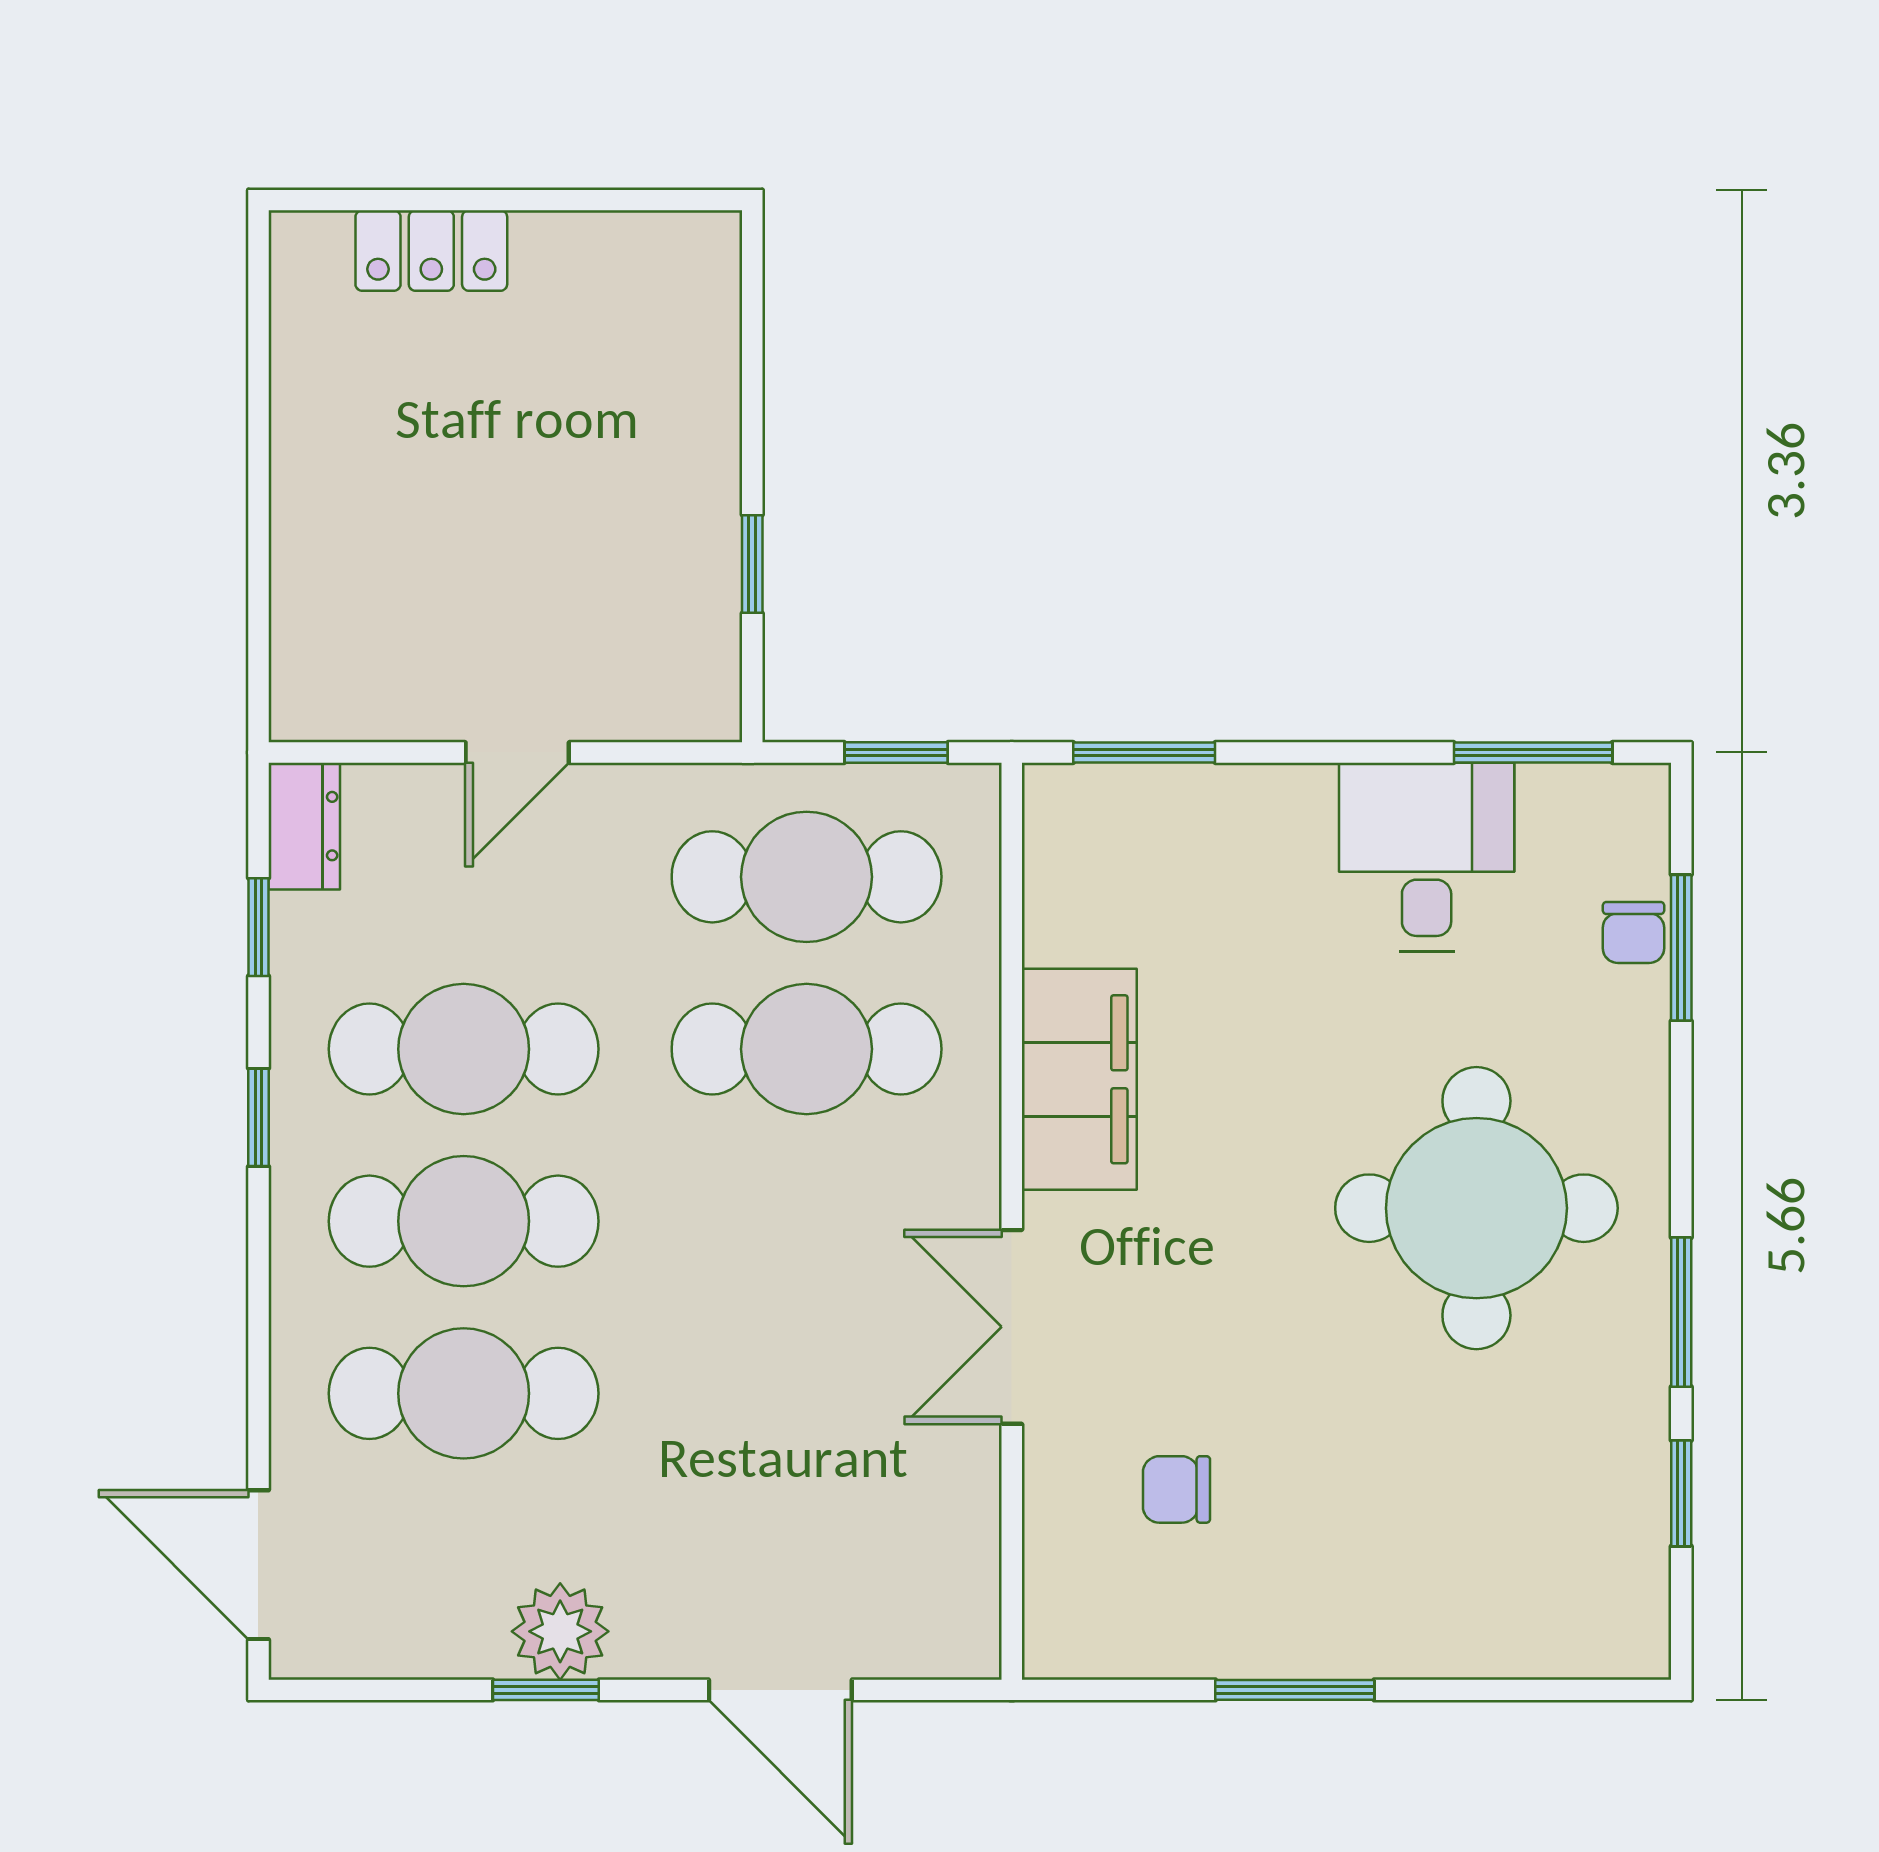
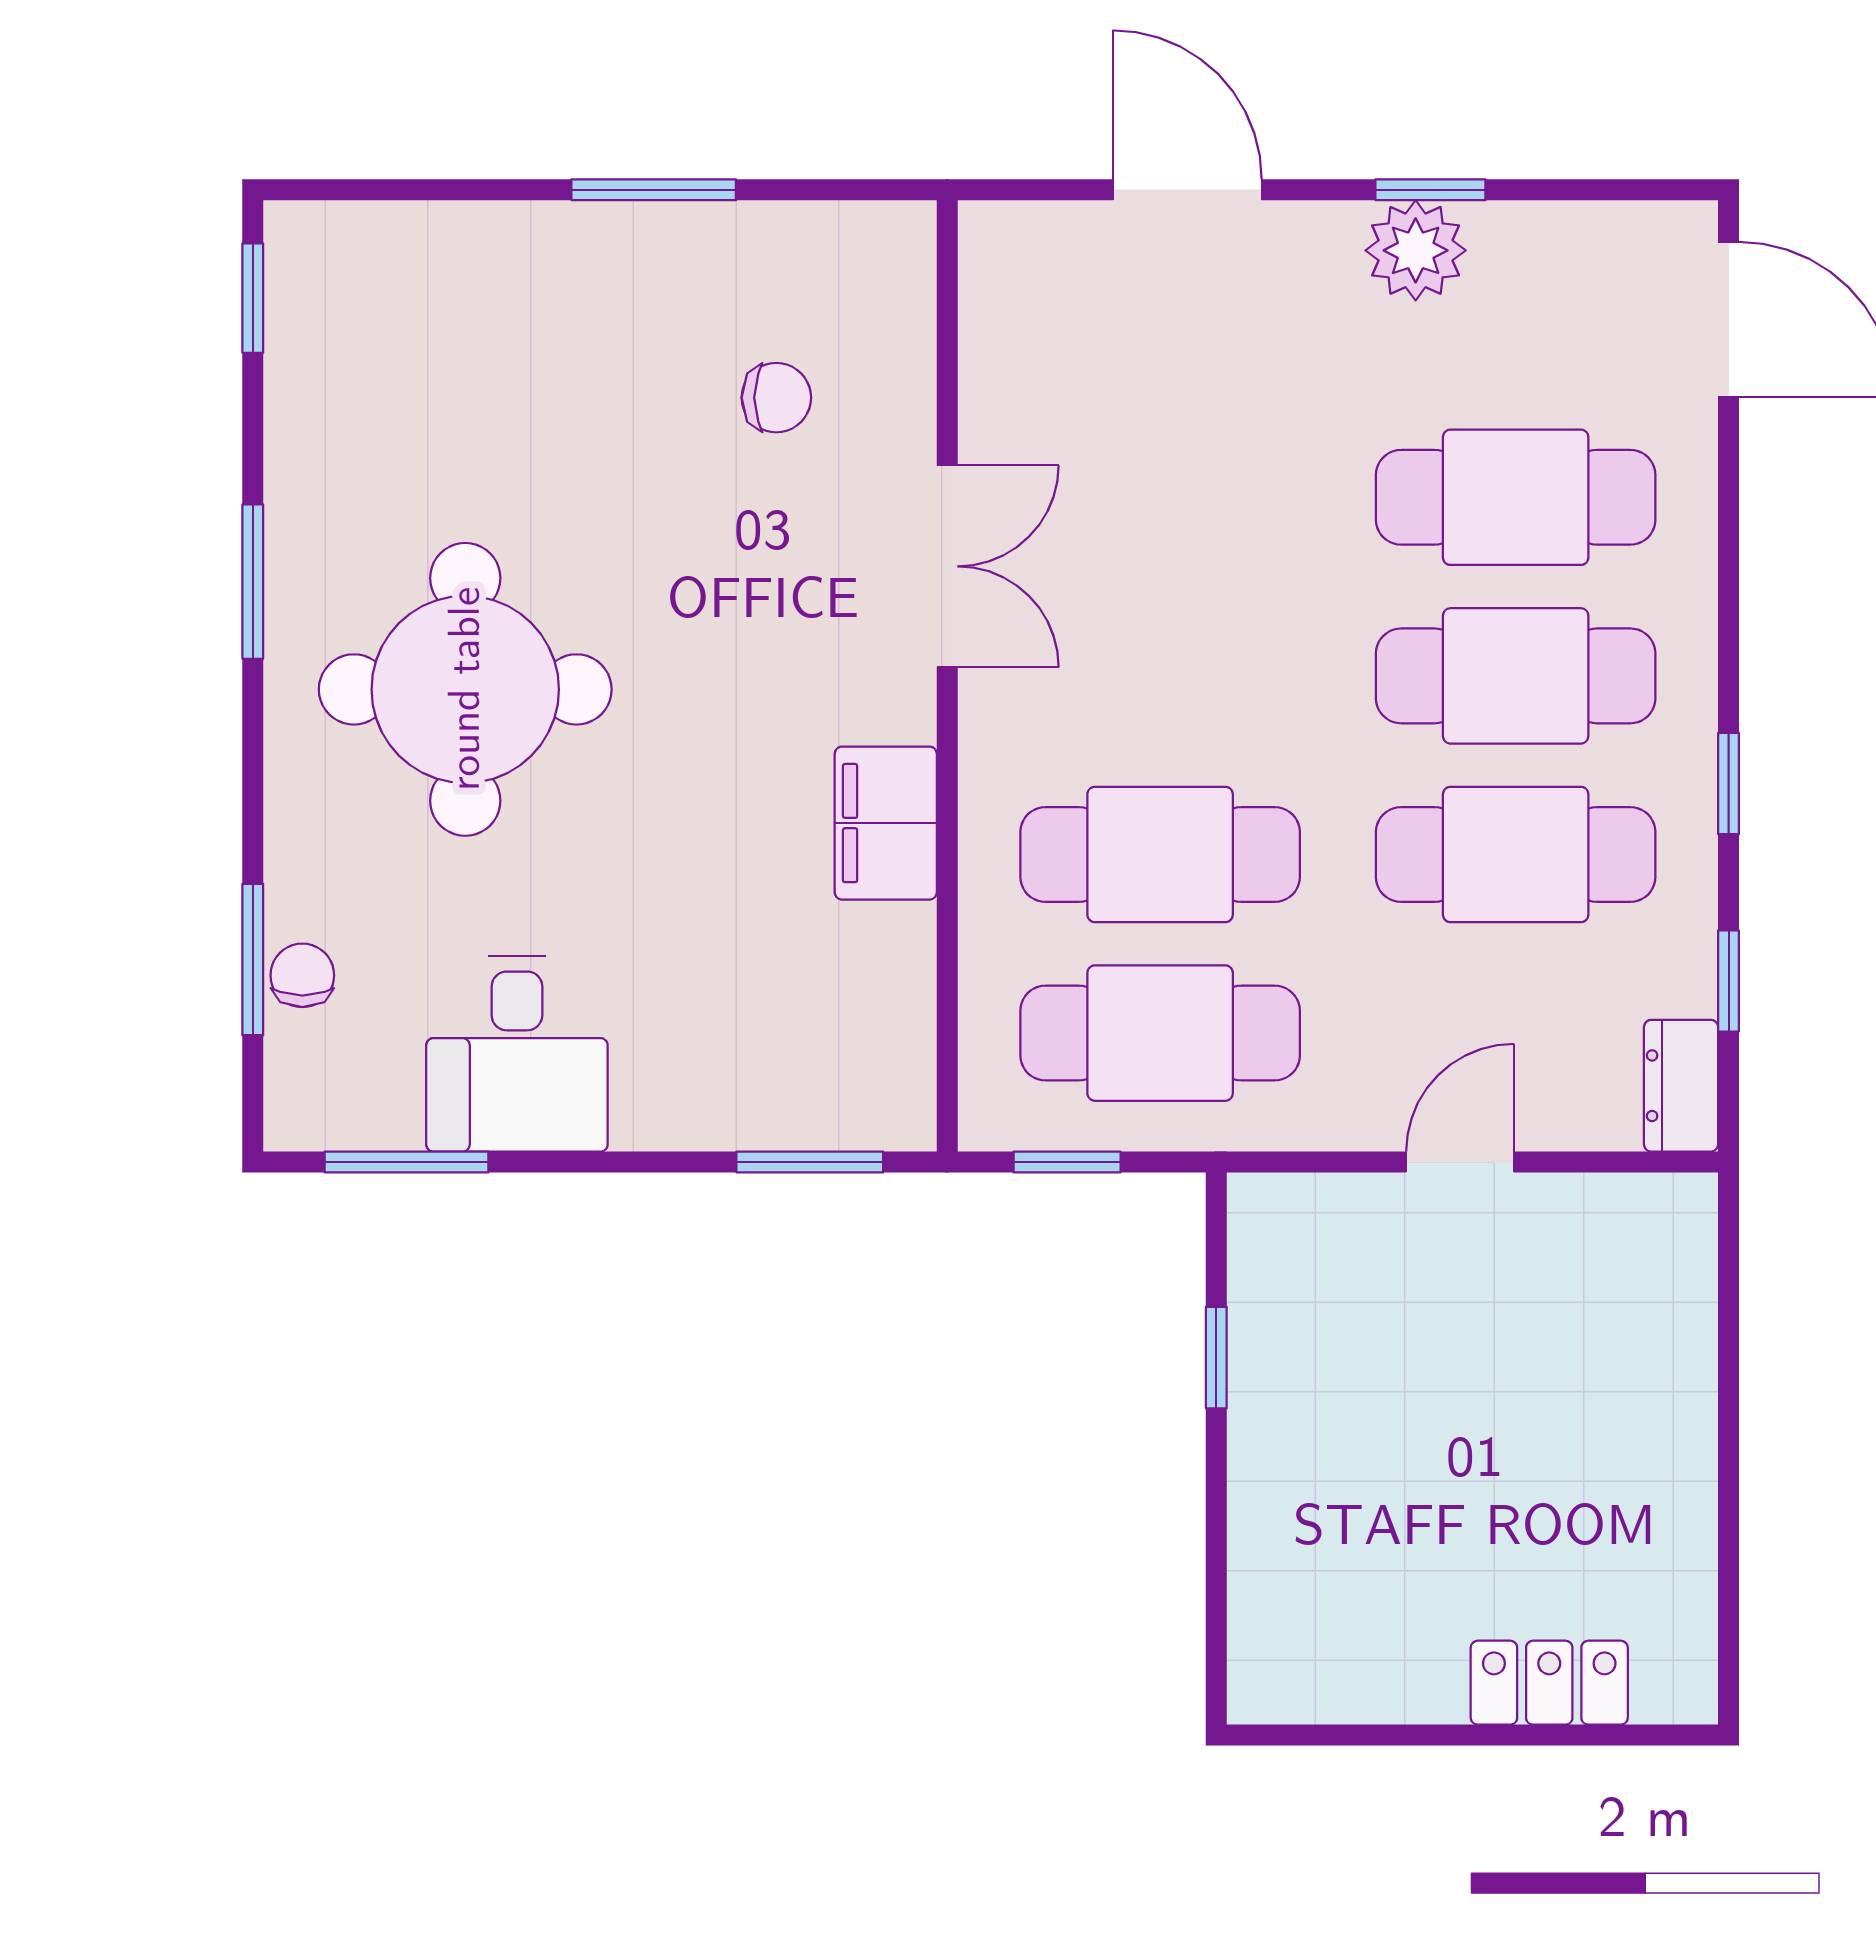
filing cabinet: (1079, 1079) -> (886, 823), width x0.67, depth x0.86
window: (1681, 1493) -> (253, 298), moved

